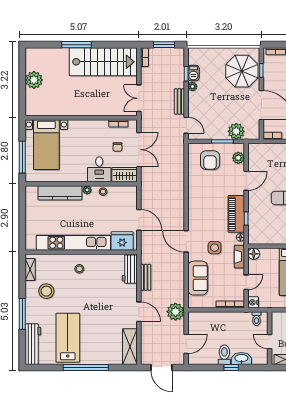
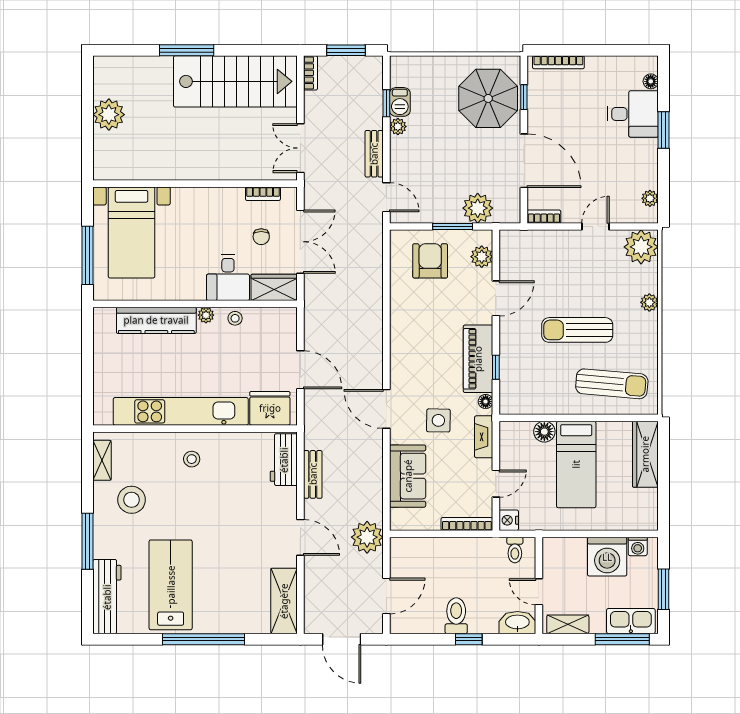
armchair: (210, 160) -> (430, 261), turned 180
floor lamp: (254, 254) -> (544, 432), moved
washbasin: (241, 358) -> (517, 623), moved

